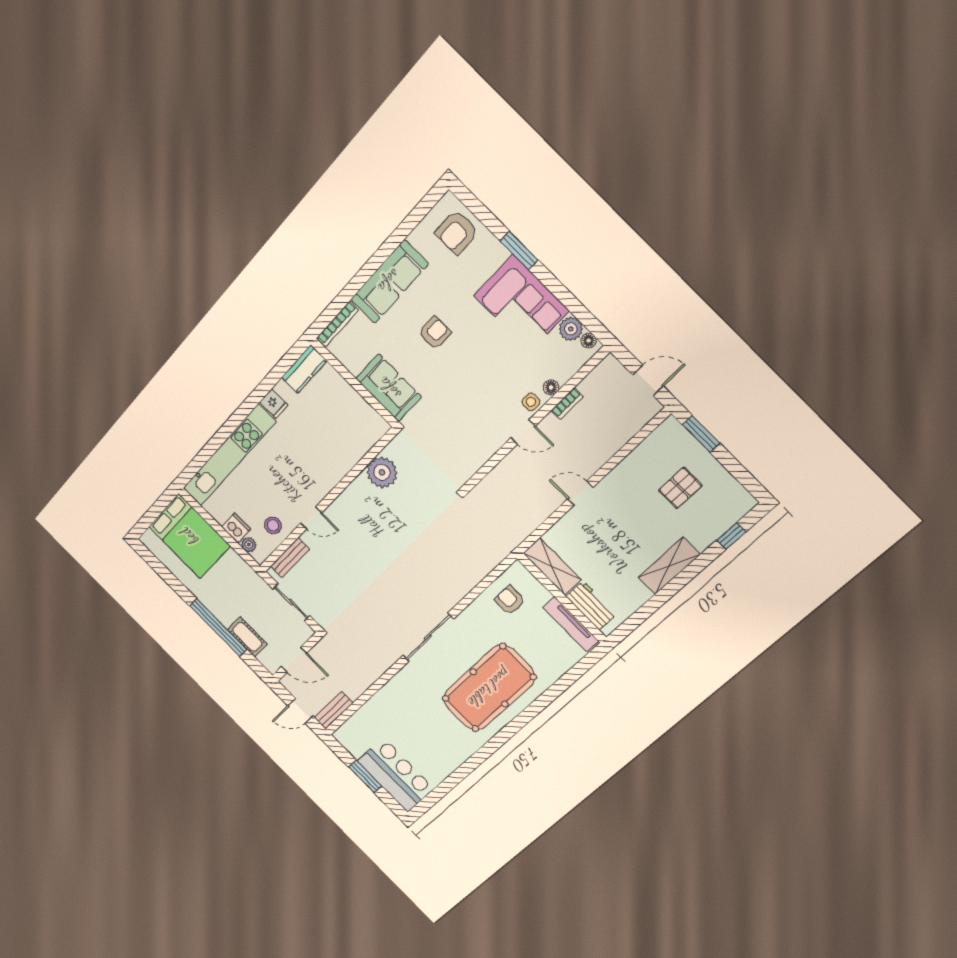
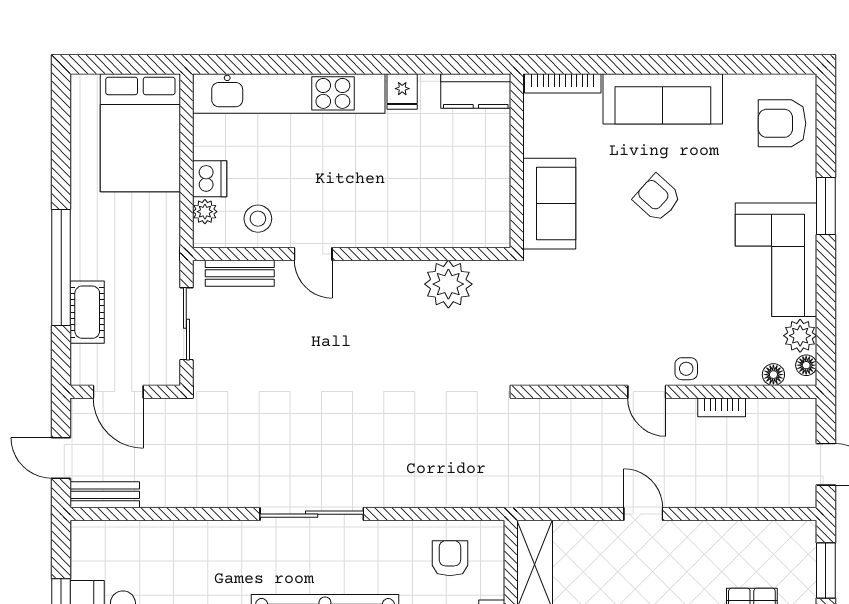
armchair: (435, 333) -> (657, 198), turned -138
floor lamp: (551, 387) -> (773, 375), moved

